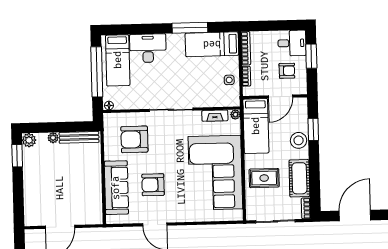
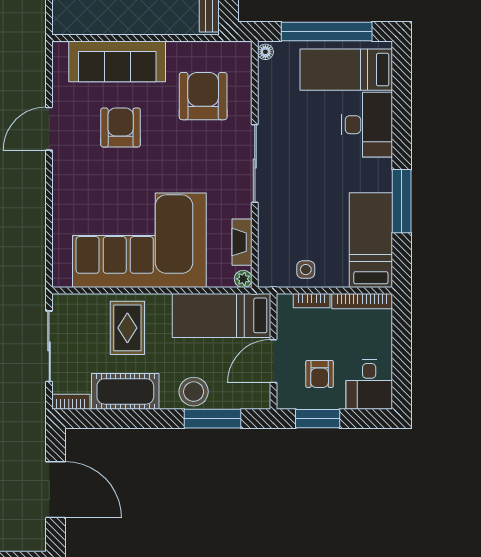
window: (311, 56) -> (318, 419), moved
door: (280, 96) -> (273, 361), hinge flipped
window: (313, 129) -> (213, 419), width x1.44

